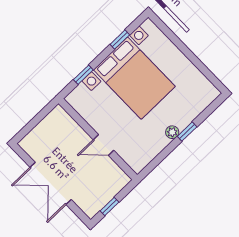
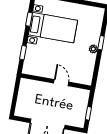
bed with nightstands: (134, 78) -> (53, 28), width x0.73
door: (103, 145) -> (61, 83), swing flipped

